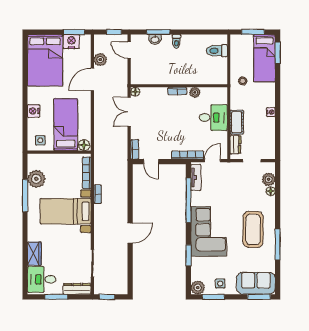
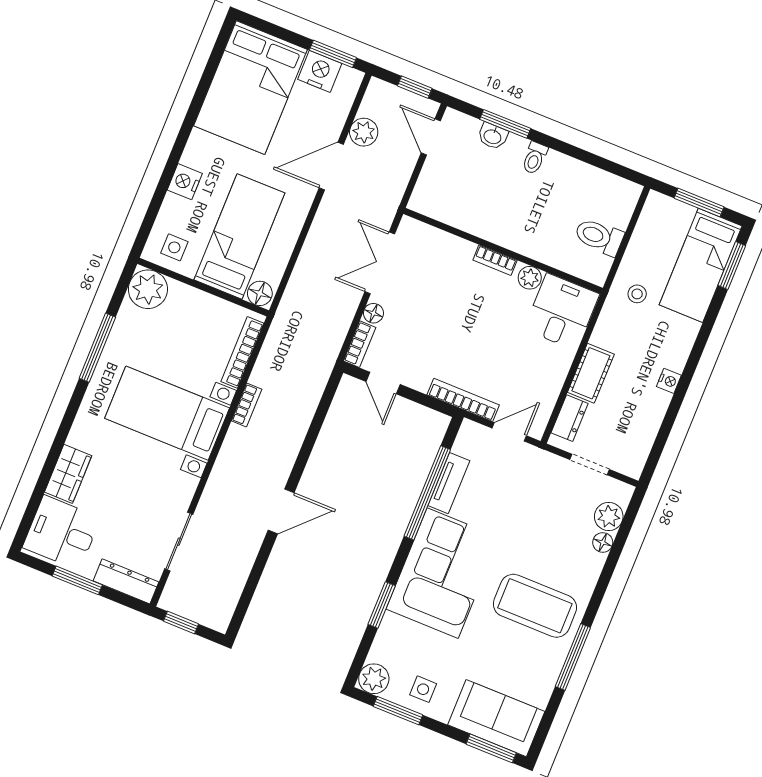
toilet: (217, 51) -> (599, 237), moved
floor lamp: (135, 92) -> (373, 313), moved
desk: (213, 118) -> (562, 312), moved, turned -90
tv unit: (196, 177) -> (449, 483), moved
plant: (36, 179) -> (148, 289), moved
coffee table: (253, 229) -> (535, 606), turned 90

